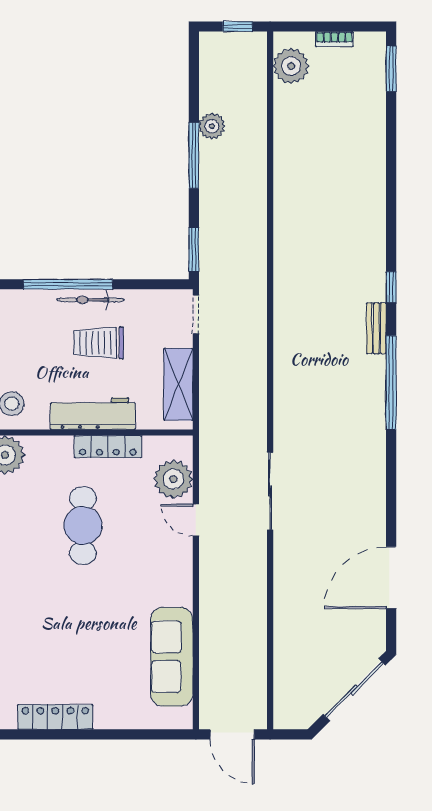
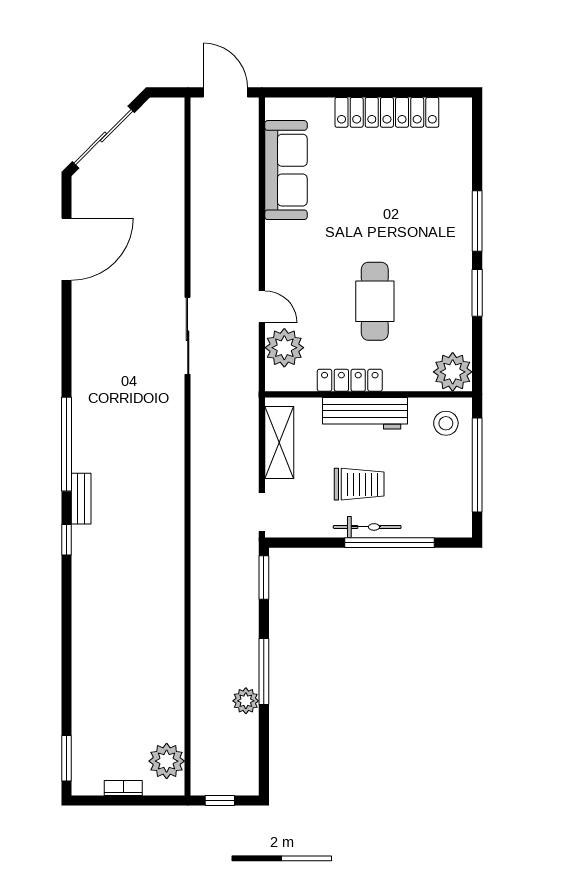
locker: (55, 717) -> (387, 112), width x1.41, depth x1.21

